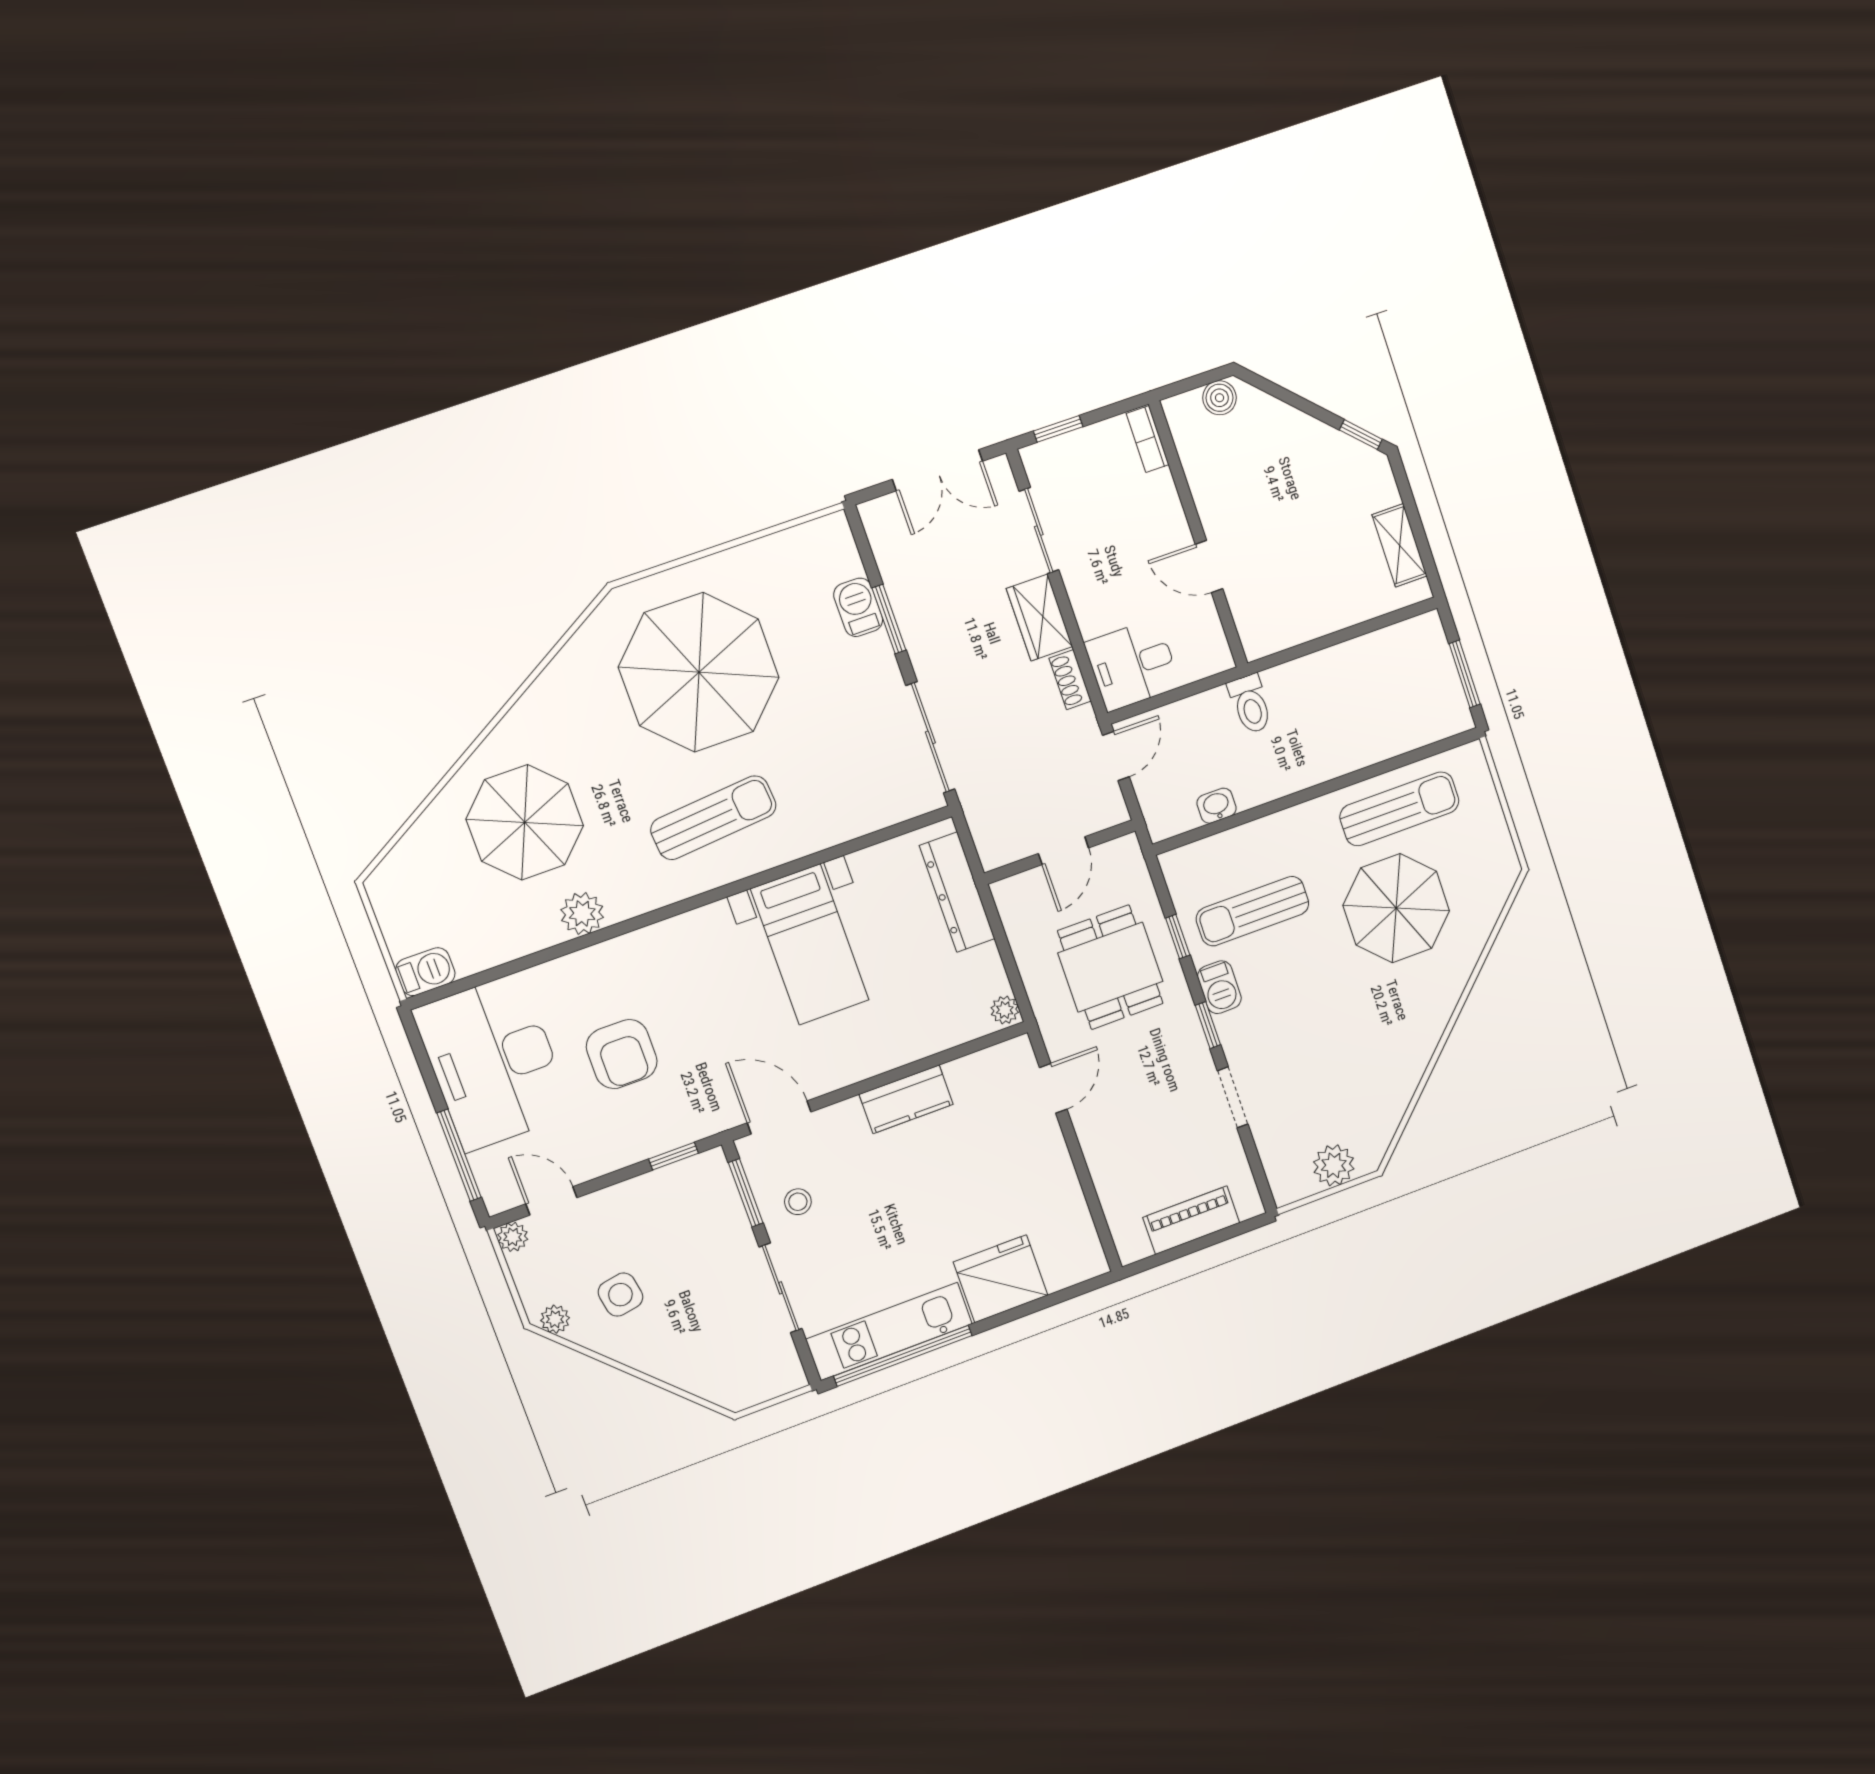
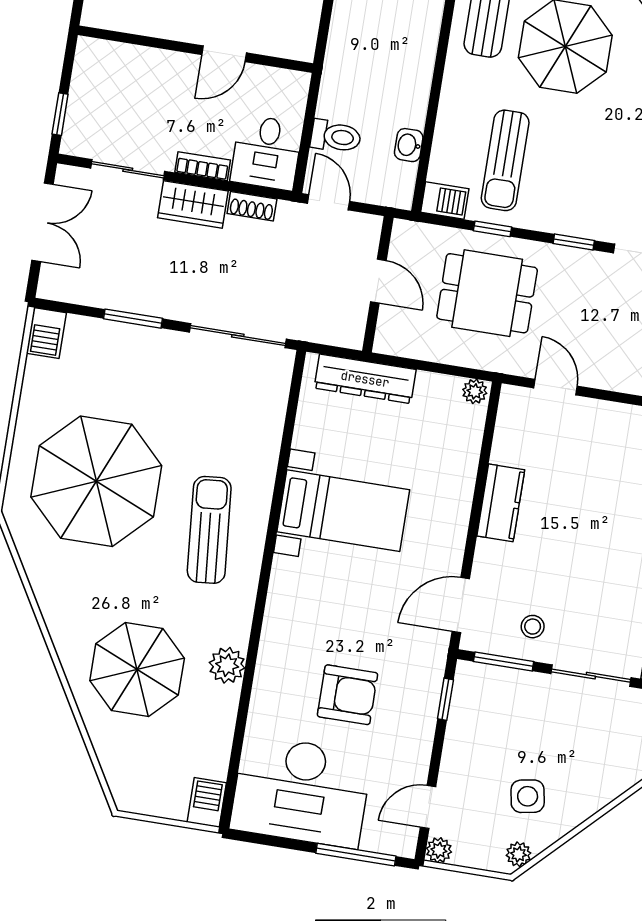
bookcase: (1148, 439) -> (203, 166), moved, turned 180
barbecue: (858, 607) -> (46, 333), moved, turned -90
toilet: (1250, 704) -> (336, 136), moved
barbecue: (1219, 987) -> (445, 200), moved

